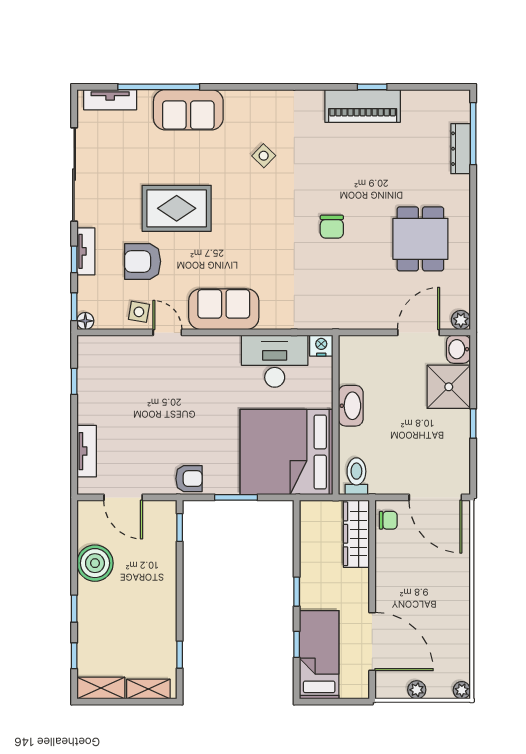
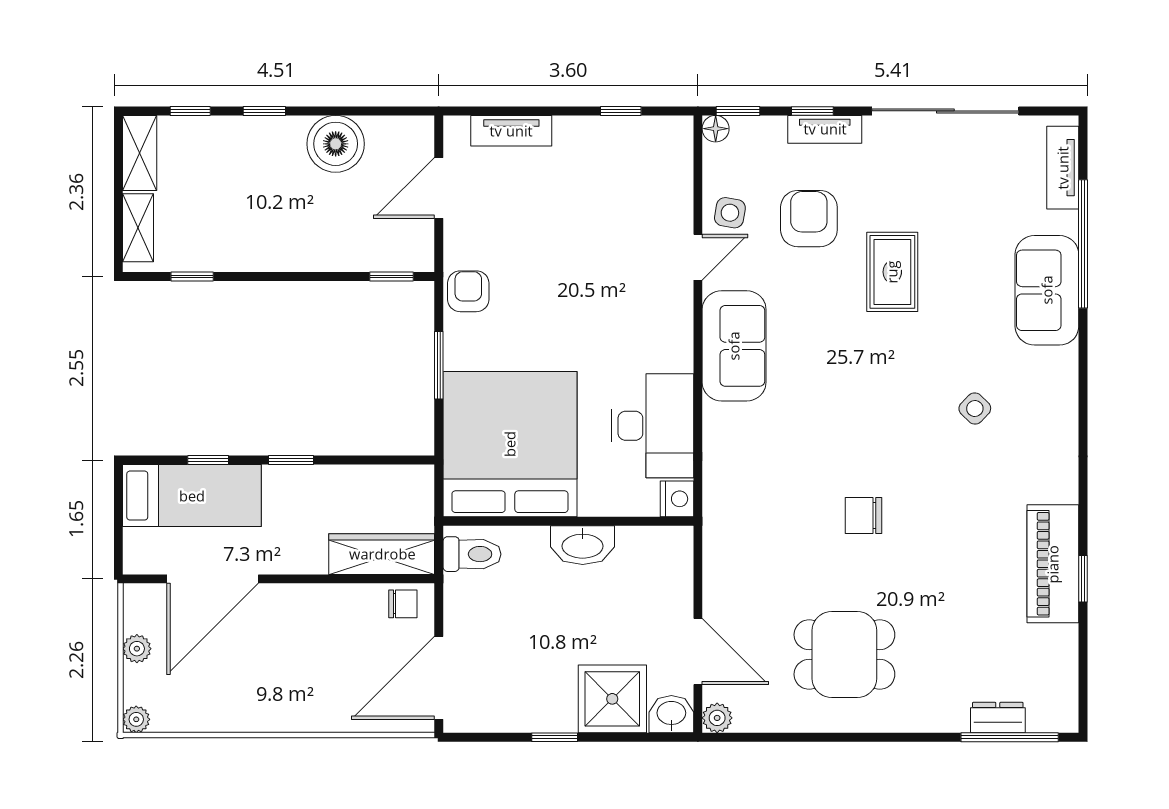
dresser: (461, 149) -> (998, 718), width x0.70
rug: (177, 208) -> (892, 272), width x0.73, depth x0.70
armchair: (189, 479) -> (468, 291), turned 180
chair: (388, 520) -> (403, 604), turned -90

